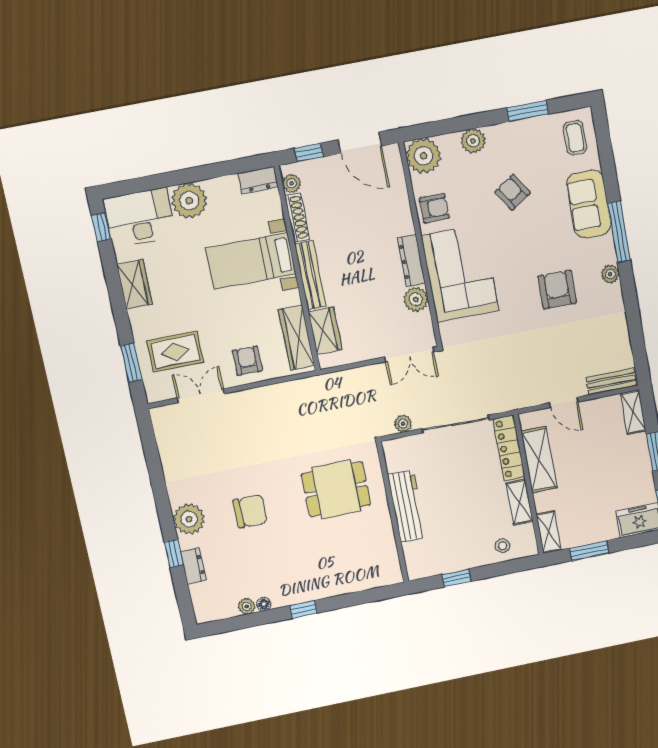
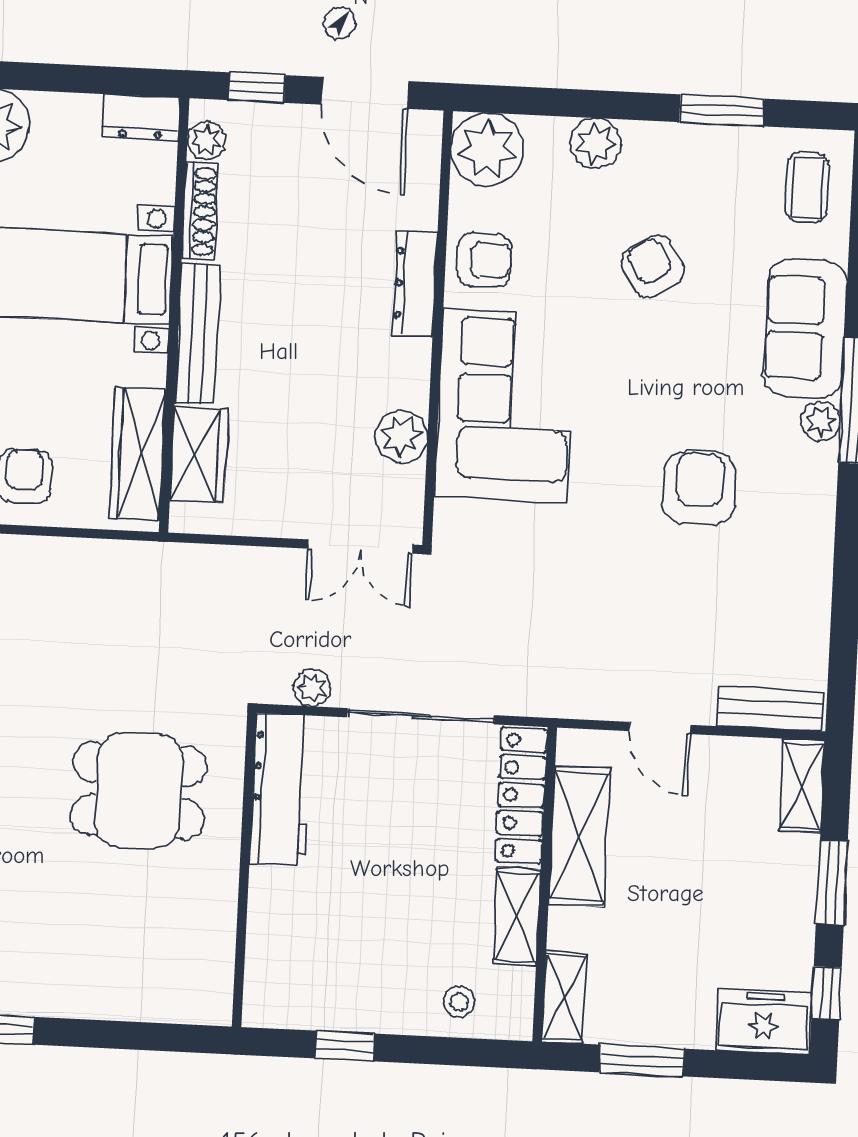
dresser: (411, 261) -> (415, 283), moved
plant: (610, 274) -> (821, 421), moved
workbench: (407, 506) -> (281, 790), moved

